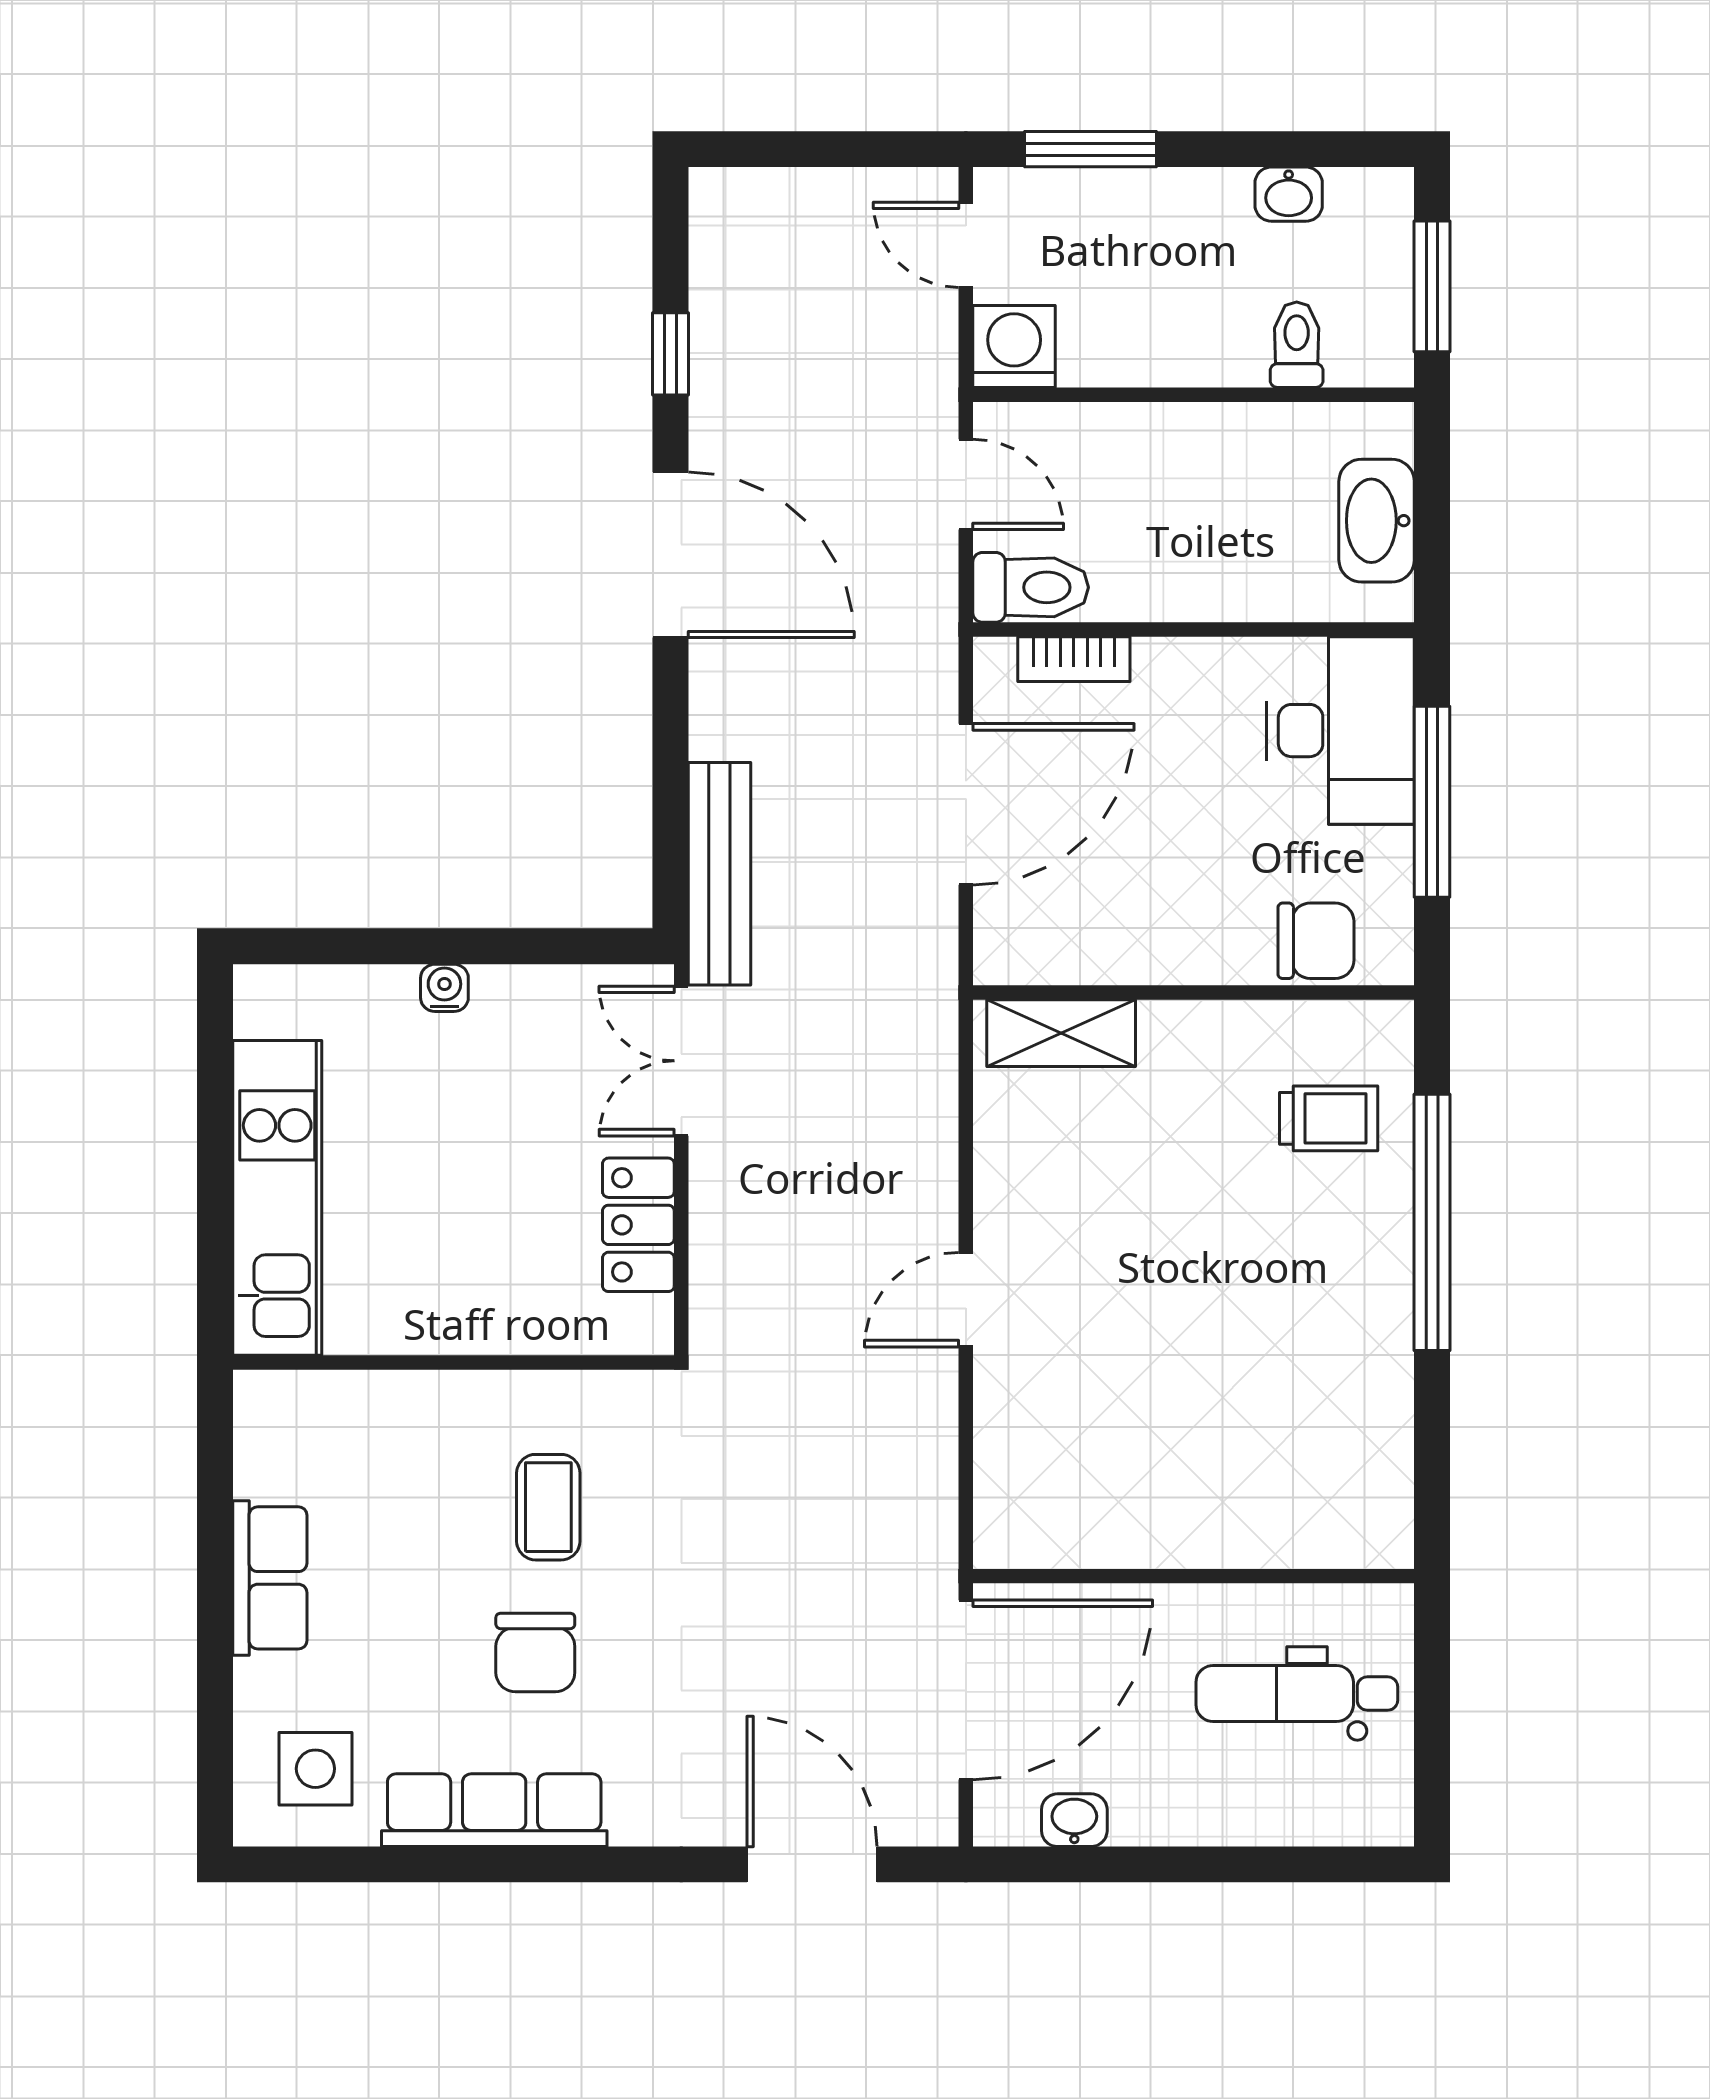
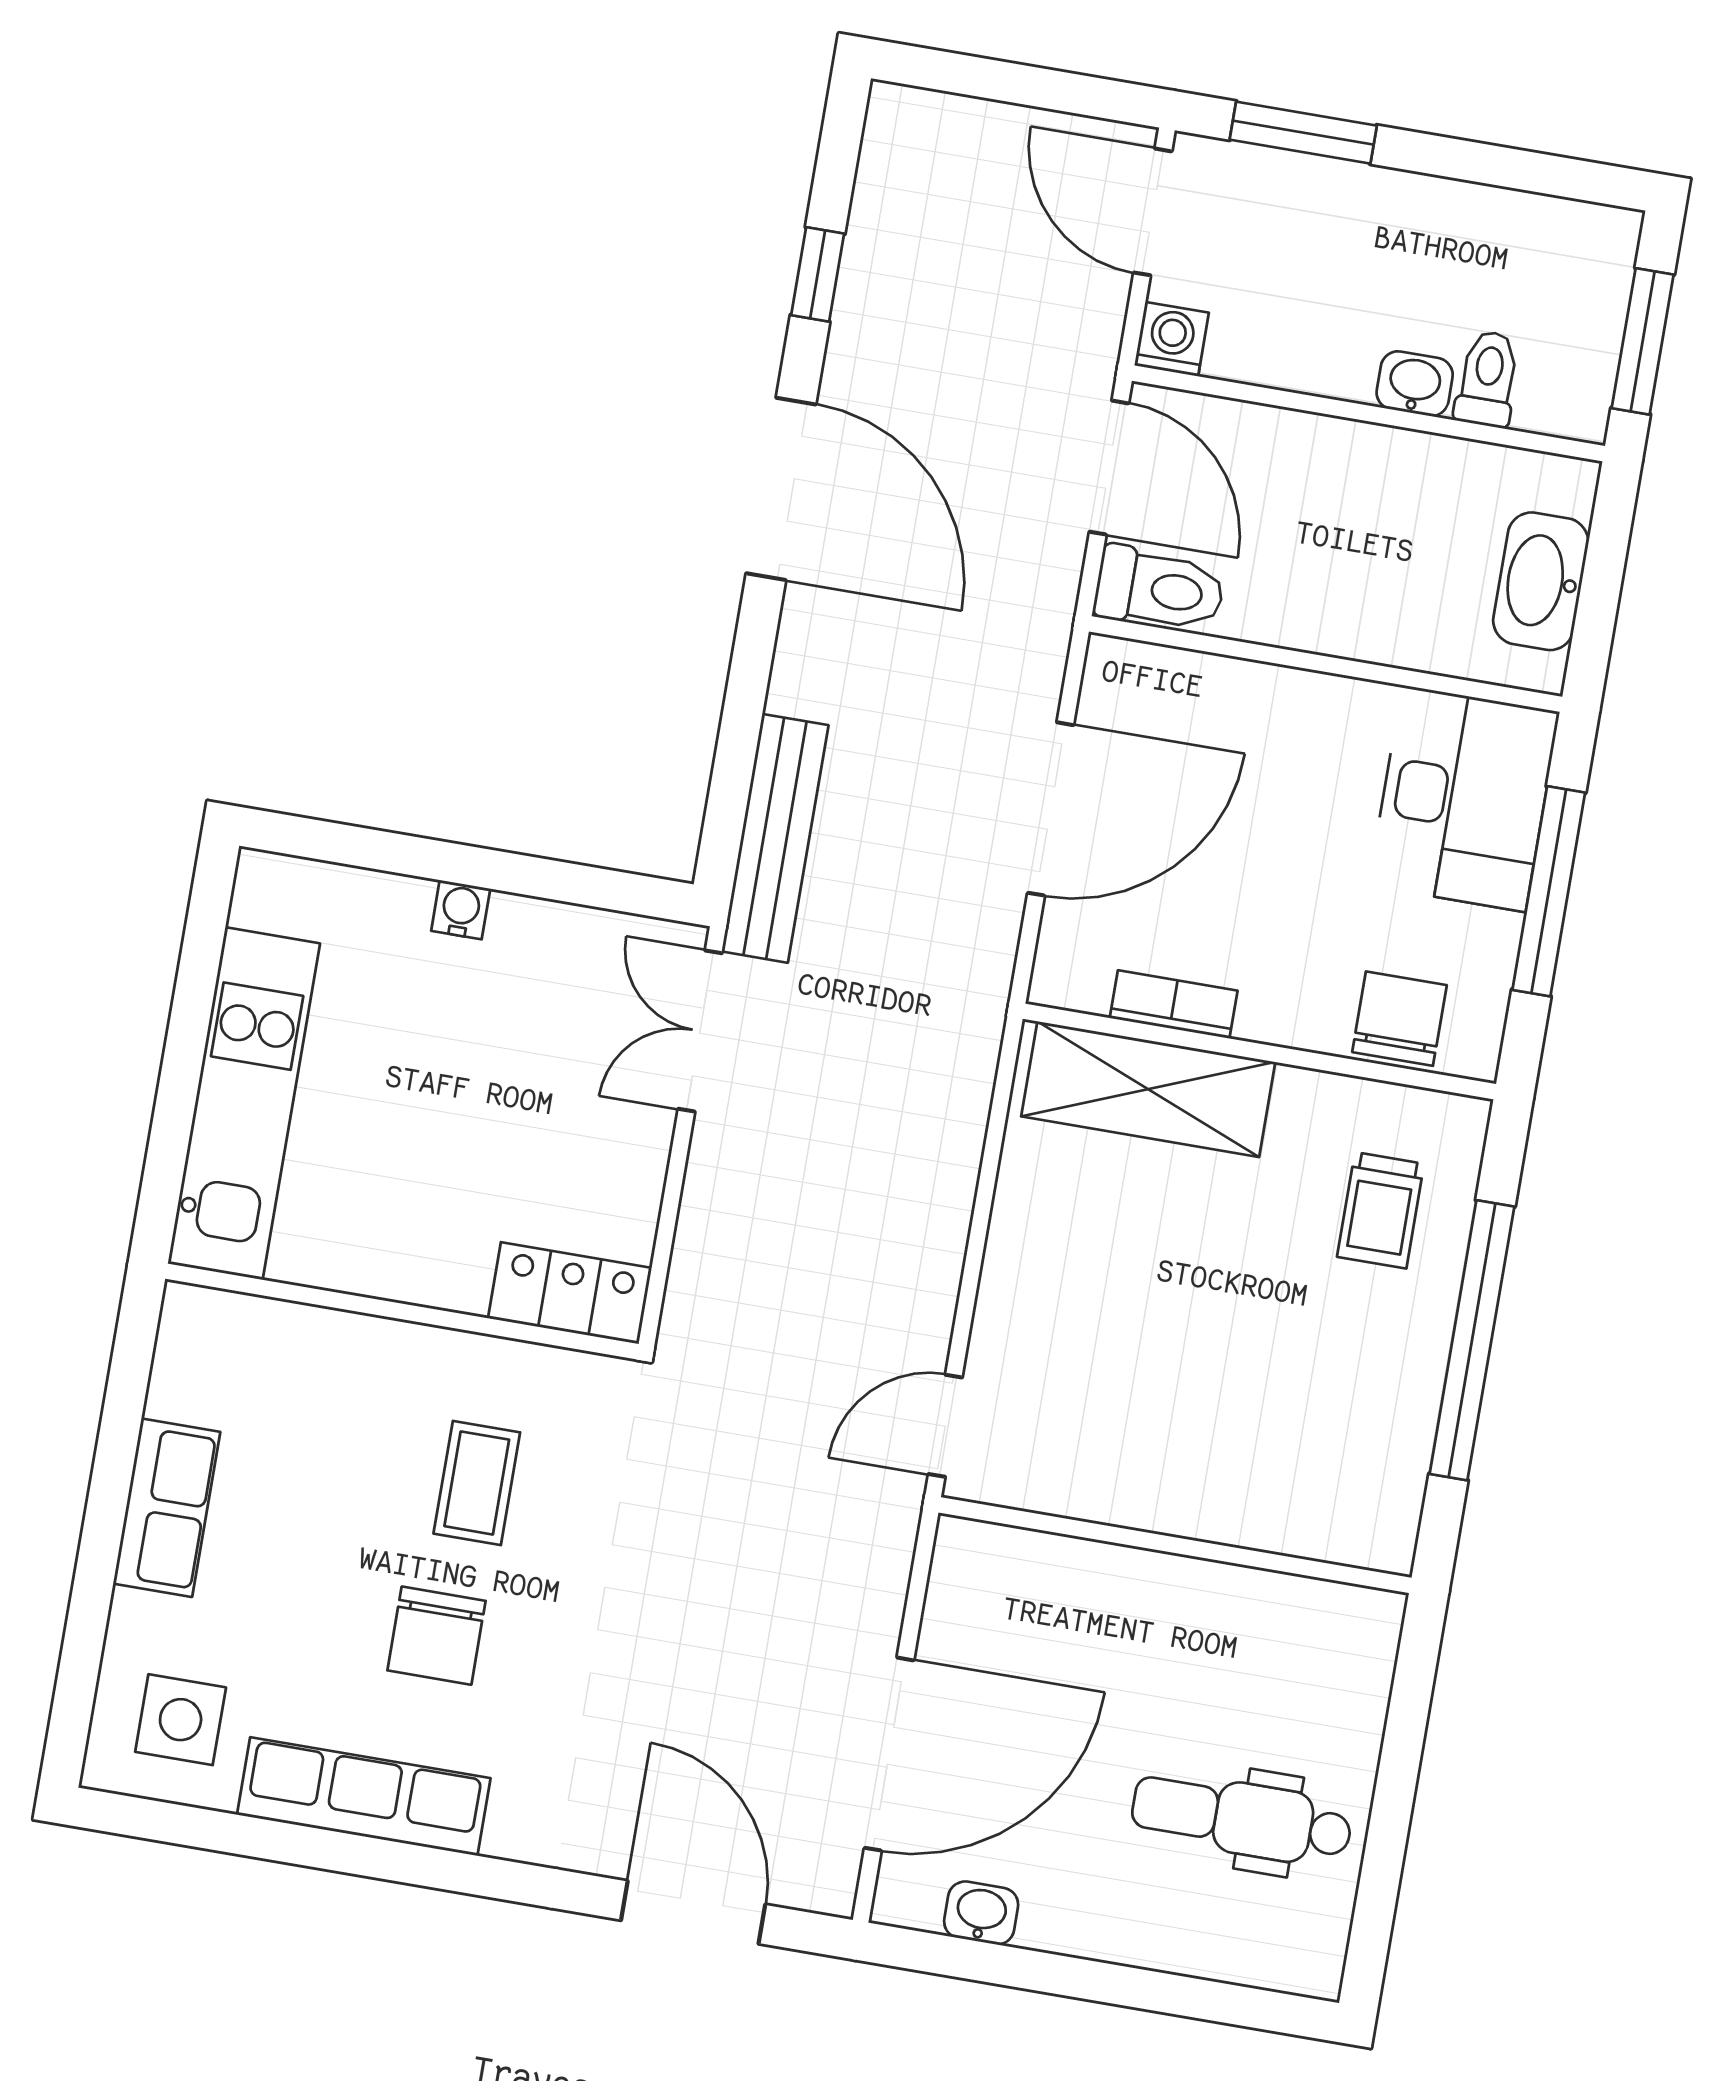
washbasin: (1289, 194) -> (1415, 384), moved, turned 180
door: (966, 245) -> (1153, 212), width x1.38
washing machine: (1014, 346) -> (1172, 339), width x0.73, depth x0.73
door: (966, 484) -> (1109, 468), width x1.38
bookcase: (1074, 659) -> (1174, 1004), moved, turned 180
chair: (1316, 941) -> (1399, 1019), turned -90
shelving: (1061, 1033) -> (1148, 1089), width x1.50, depth x1.33
trolley: (1329, 1118) -> (1381, 1210), turned 90
locker: (638, 1225) -> (570, 1293), moved, turned 90
door: (966, 1300) -> (945, 1426), moved
wall: (1194, 1576) -> (1175, 1545), moved

